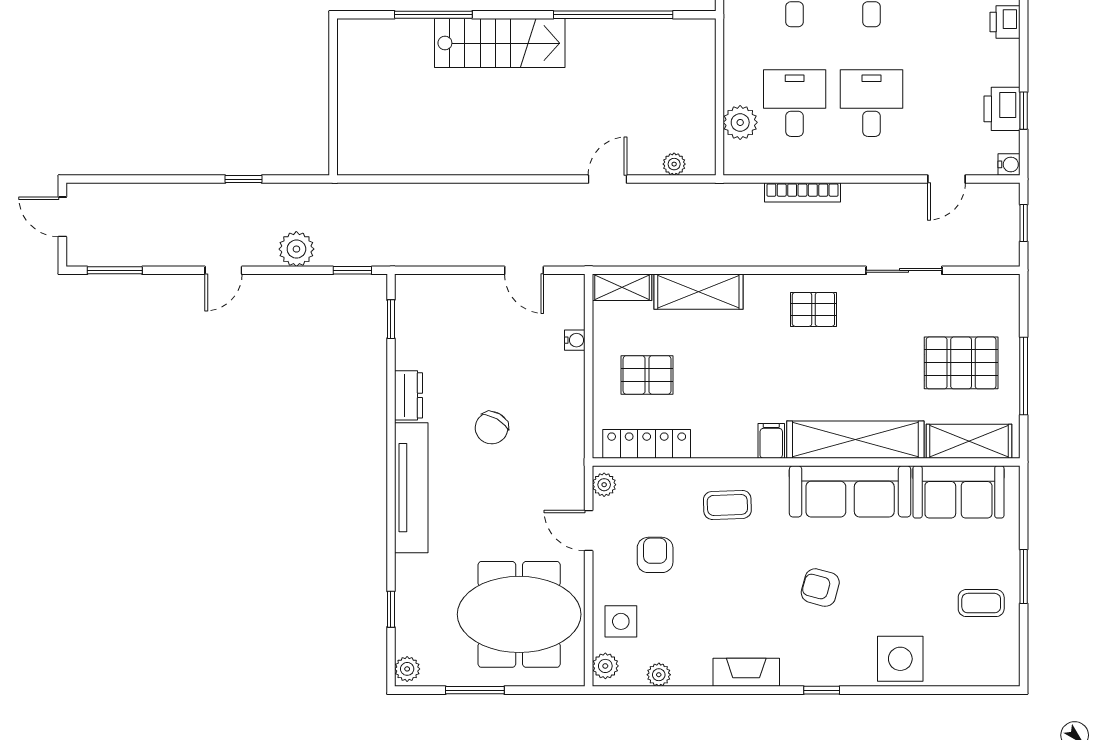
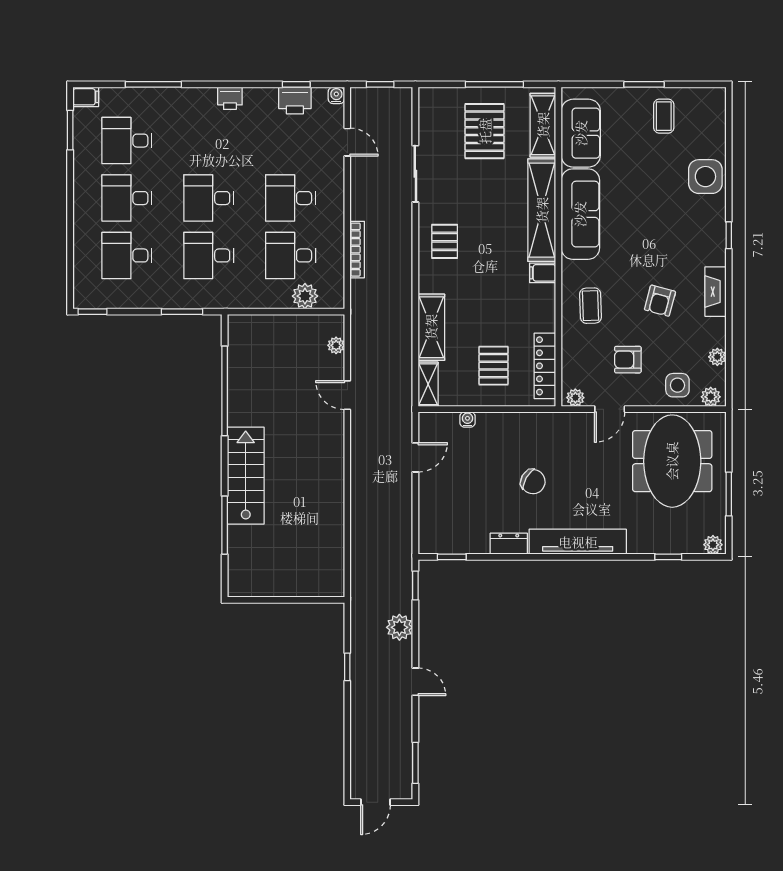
armchair: (820, 588) -> (660, 301), moved

